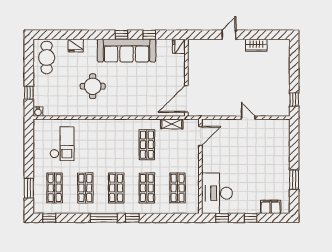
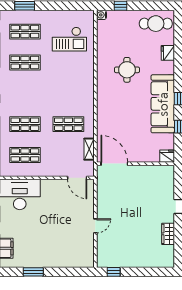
shop shelf: (116, 188) -> (25, 93), removed

